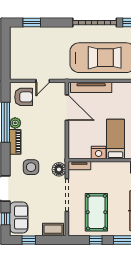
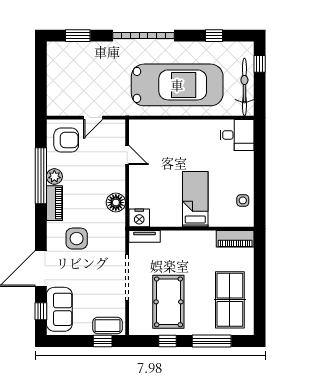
garage door: (95, 23) -> (144, 36), moved
tv unit: (91, 87) -> (161, 127), removed
door: (67, 108) -> (127, 155), width x0.53
nightstand: (99, 152) -> (139, 218), moved
floor lamp: (59, 169) -> (116, 203), moved
window: (29, 240) -> (103, 341), moved

